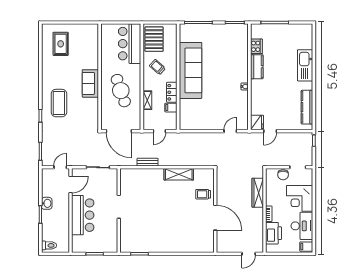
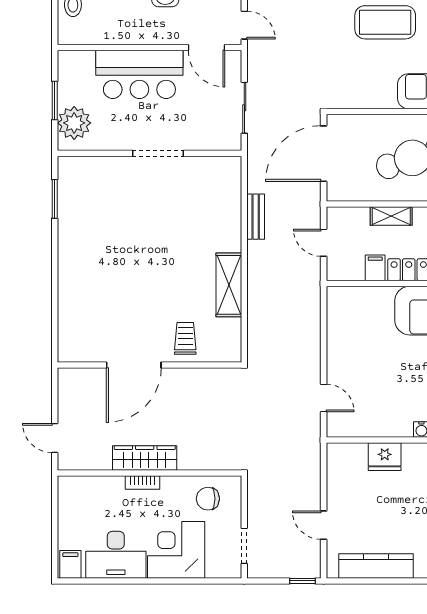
fridge: (257, 122) -> (385, 457), moved
door: (270, 131) -> (324, 525), moved
chair: (283, 175) -> (208, 499), moved
wardrobe: (258, 193) -> (145, 458), moved
printer: (274, 233) -> (100, 493), removed
plant: (105, 245) -> (74, 123), added

